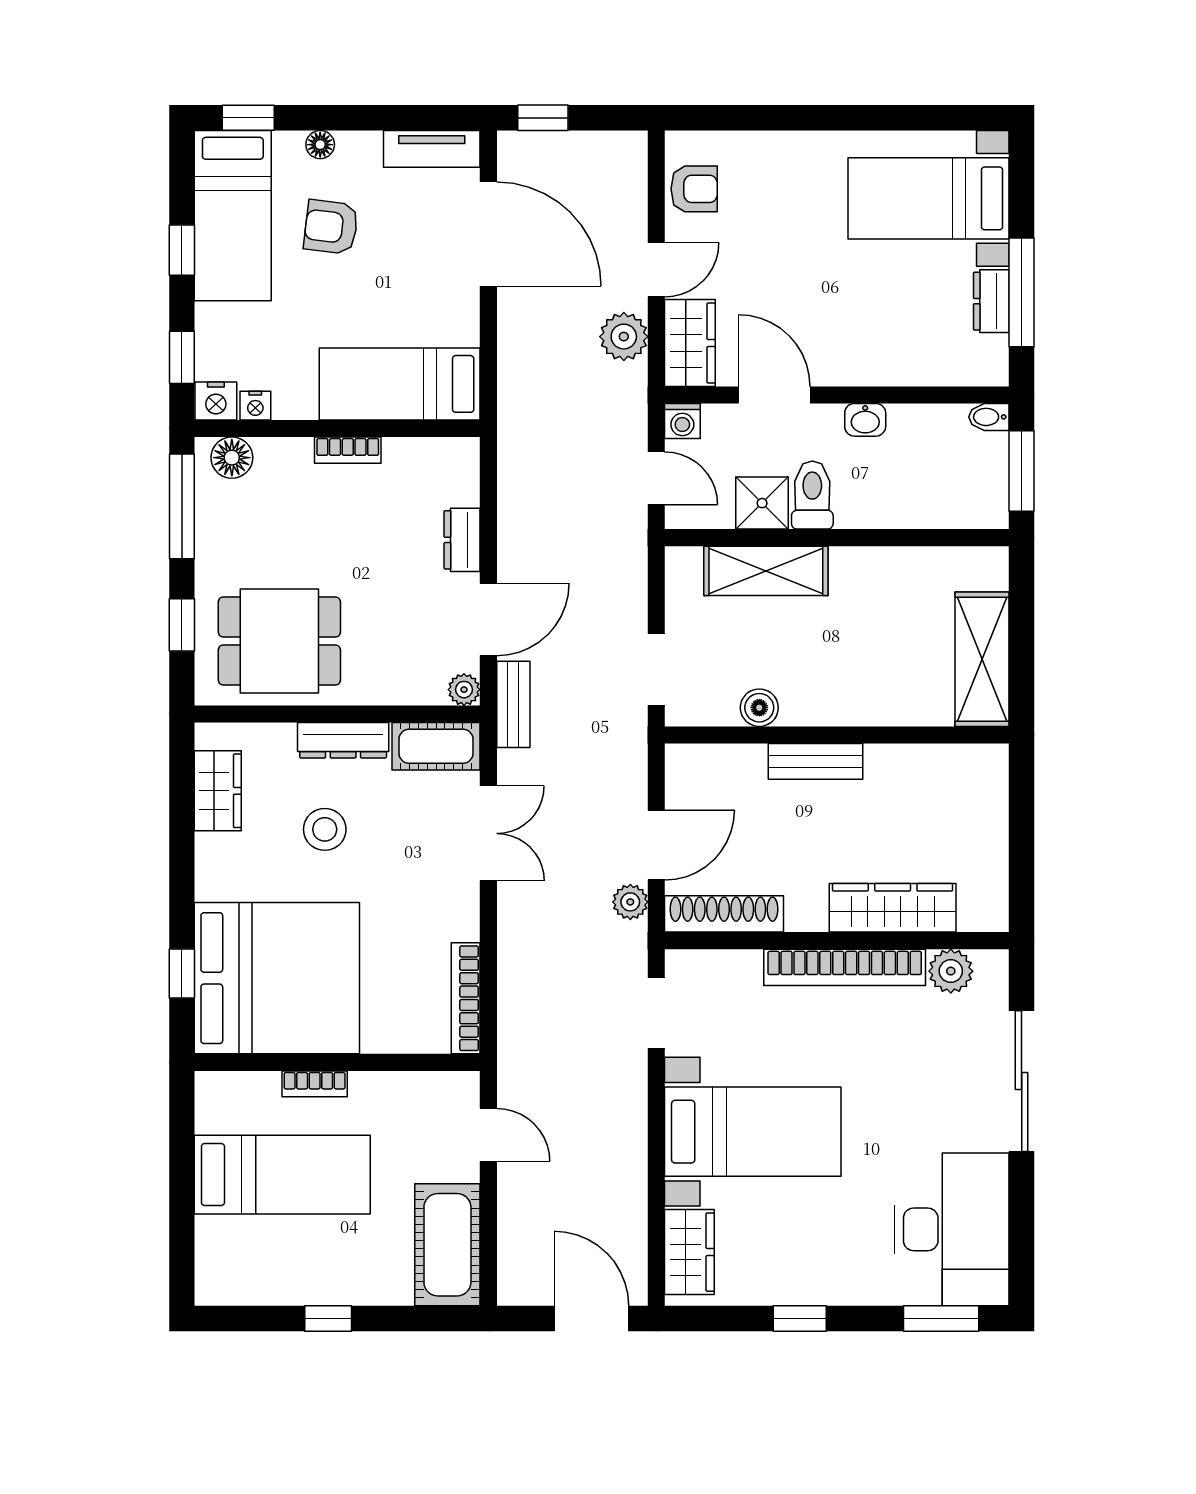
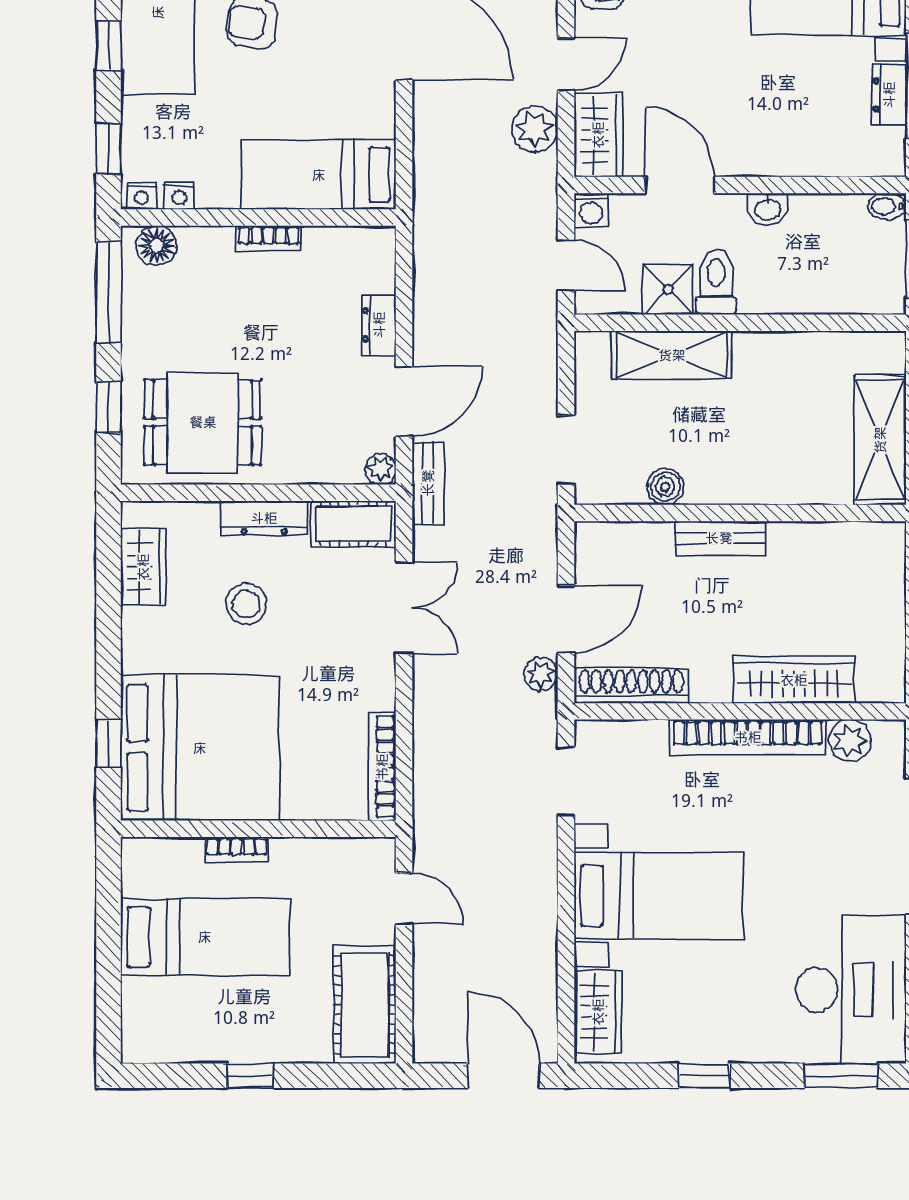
nightstand: (216, 401) -> (141, 196), width x0.72, depth x0.74

